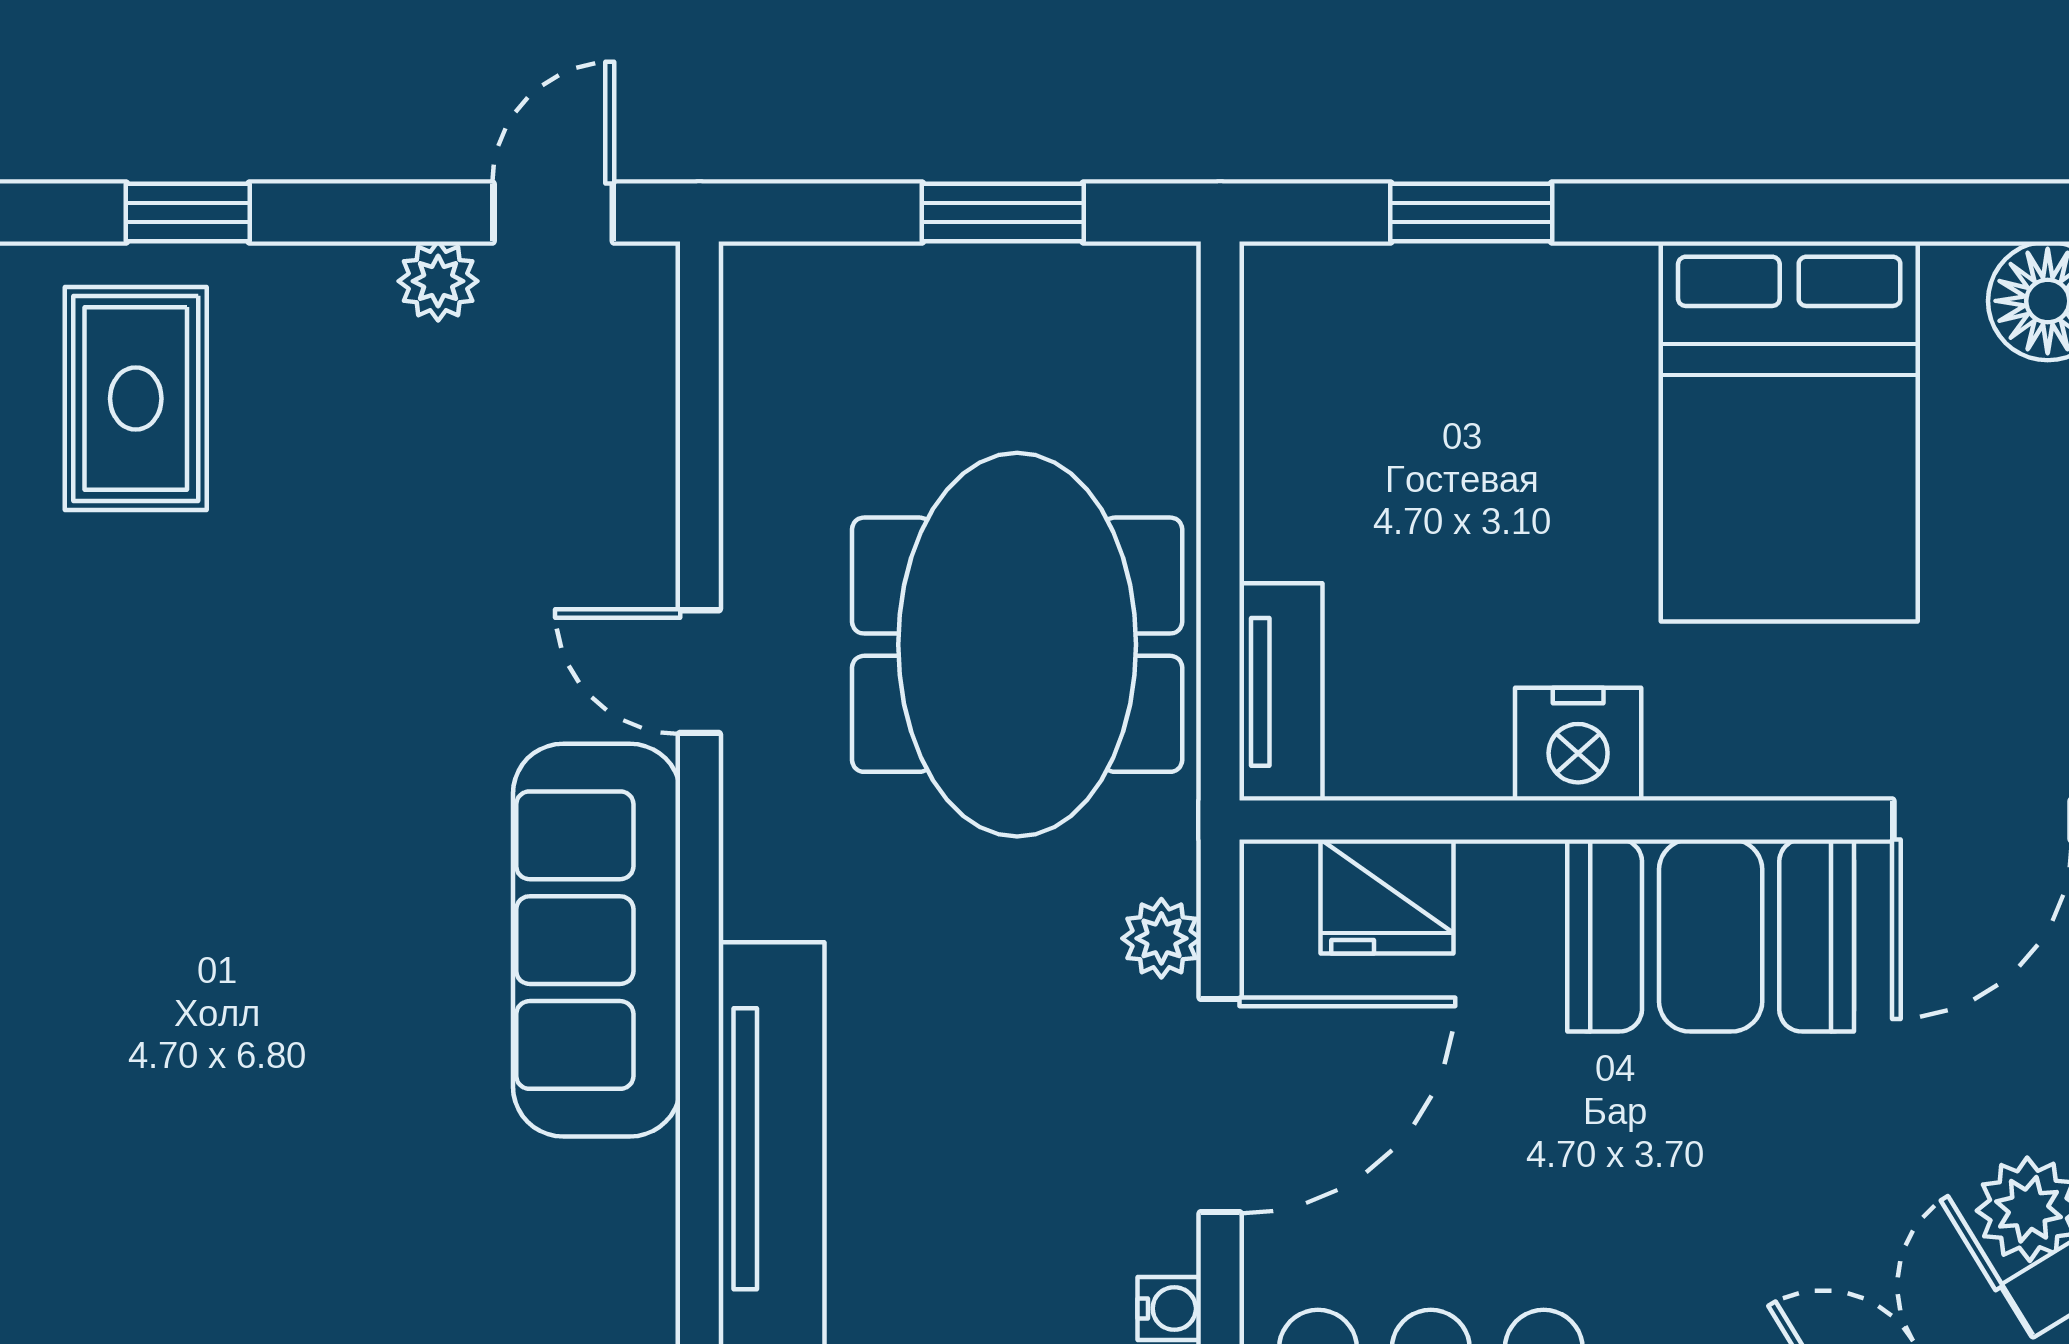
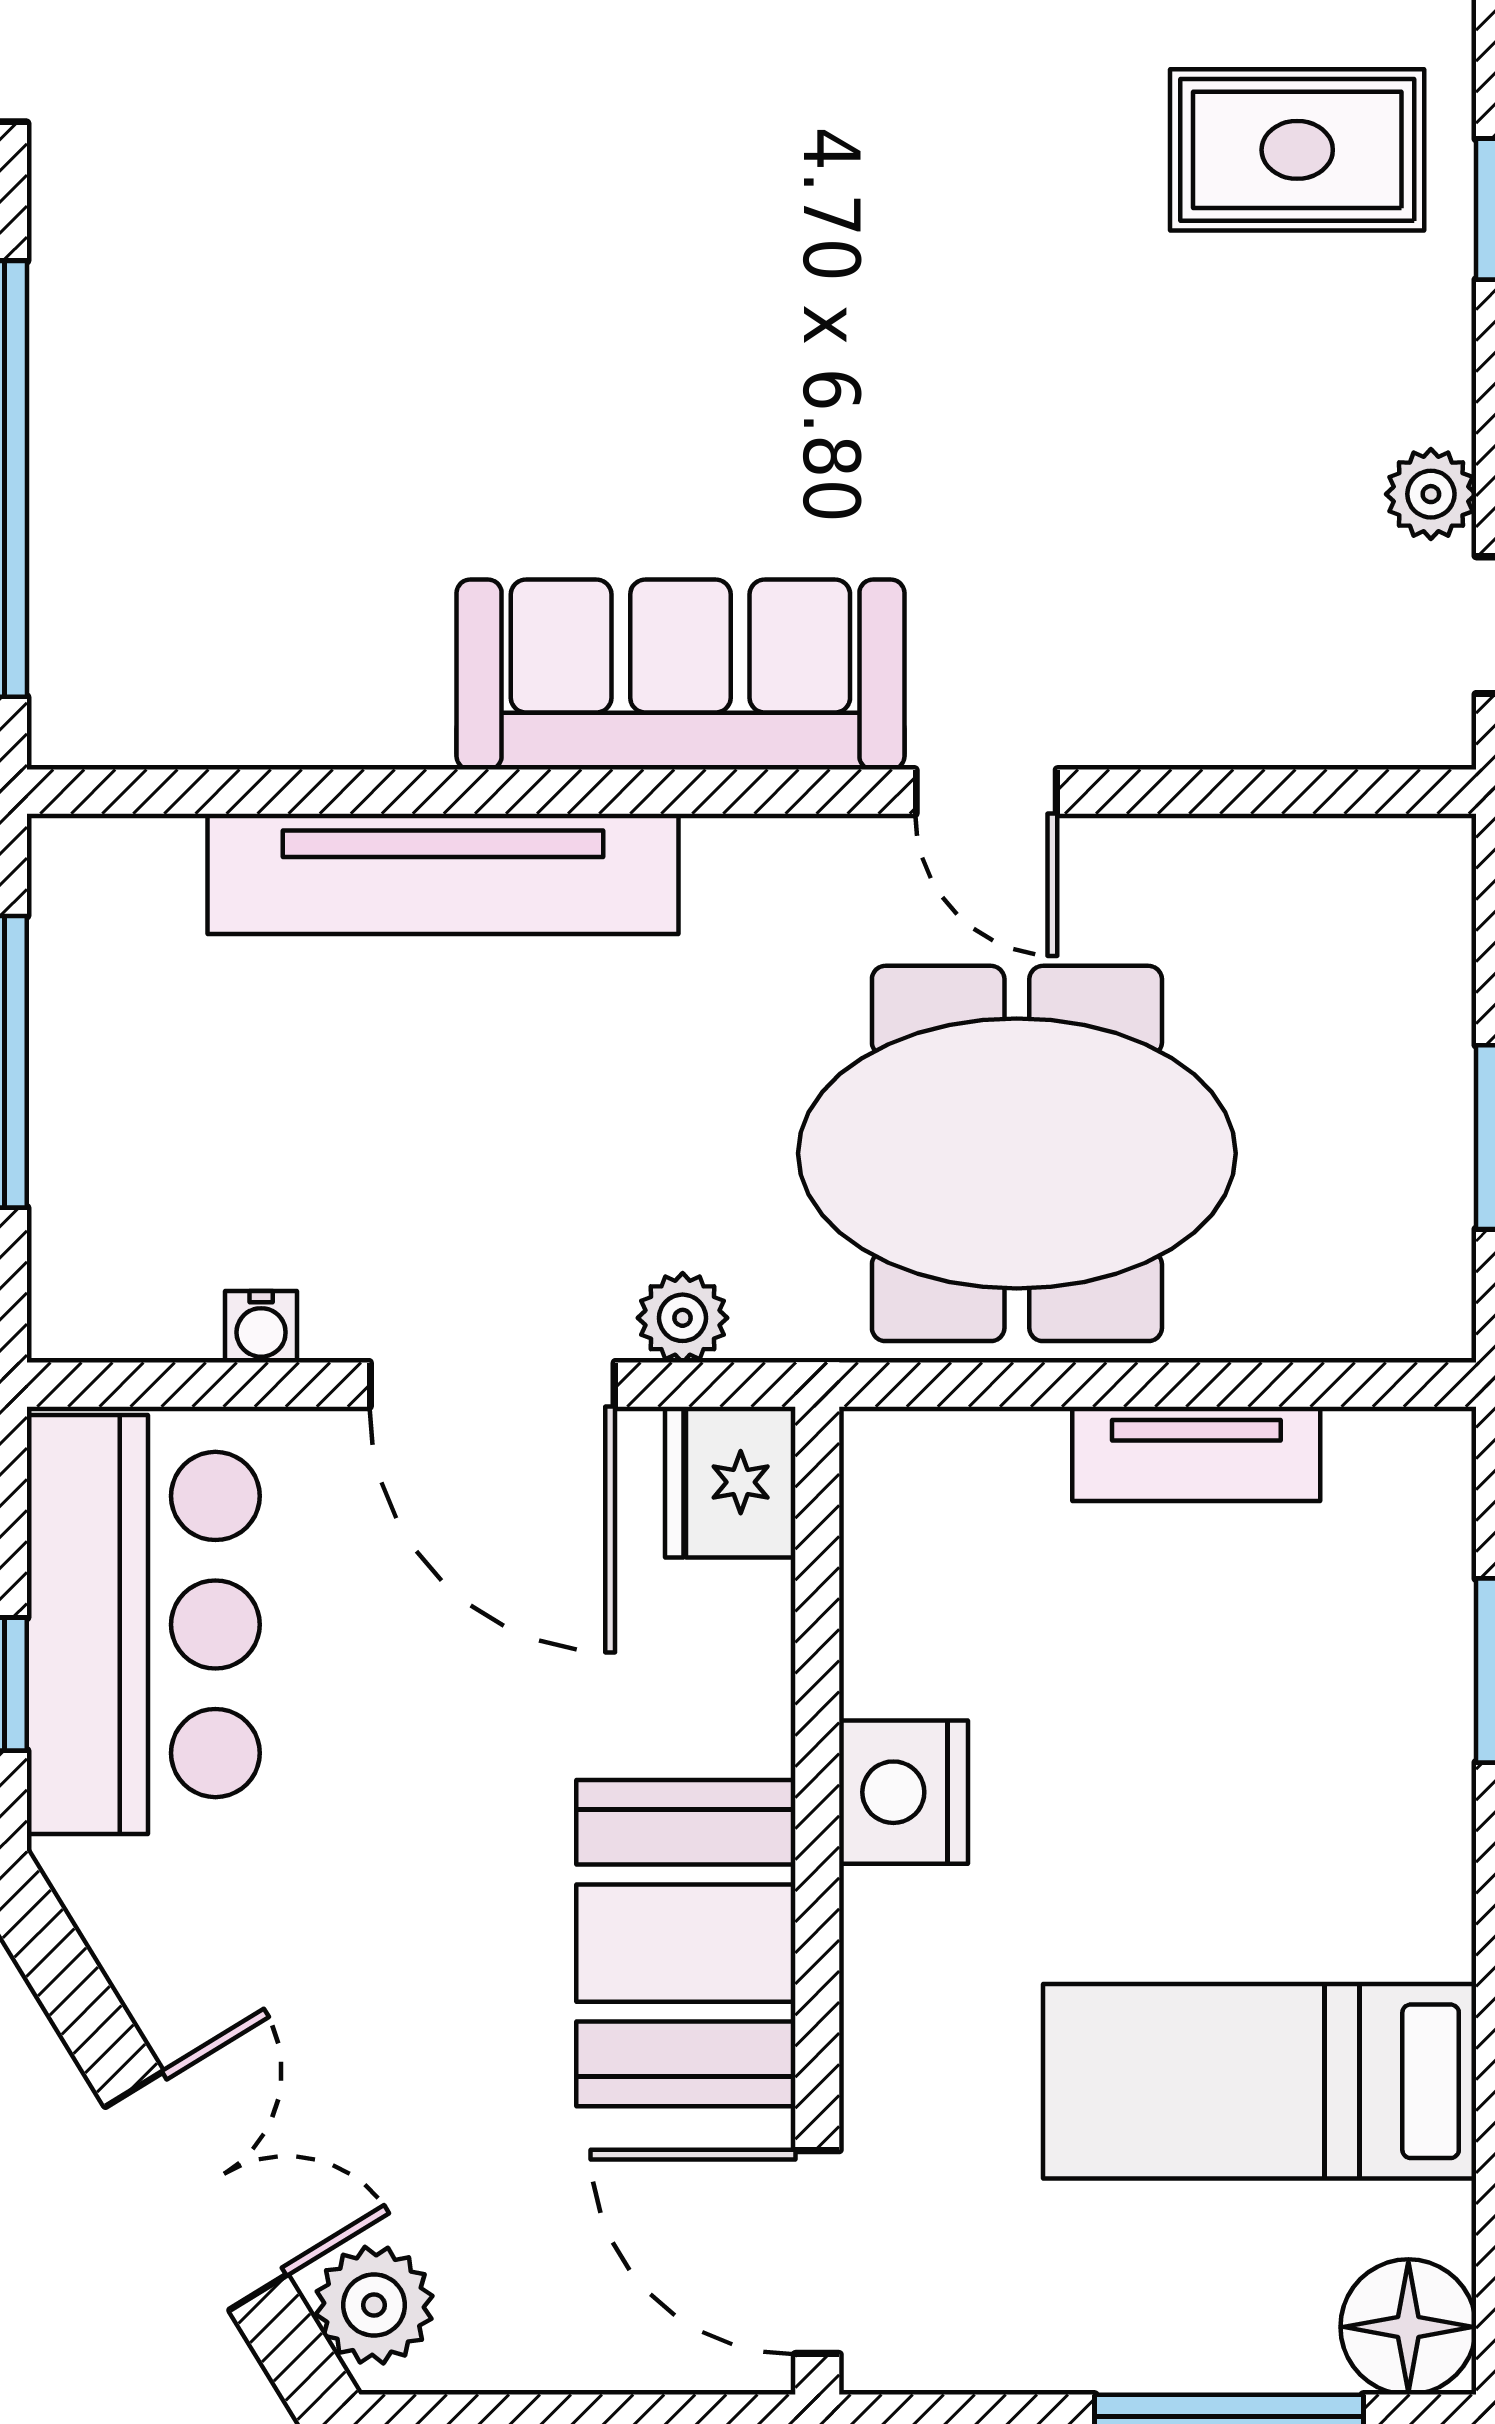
bed: (1789, 432) -> (1260, 2081), width x0.67
door: (699, 672) -> (986, 792), swing flipped
tv unit: (1281, 692) -> (1196, 1454), moved
fridge: (1387, 896) -> (730, 1482), moved

